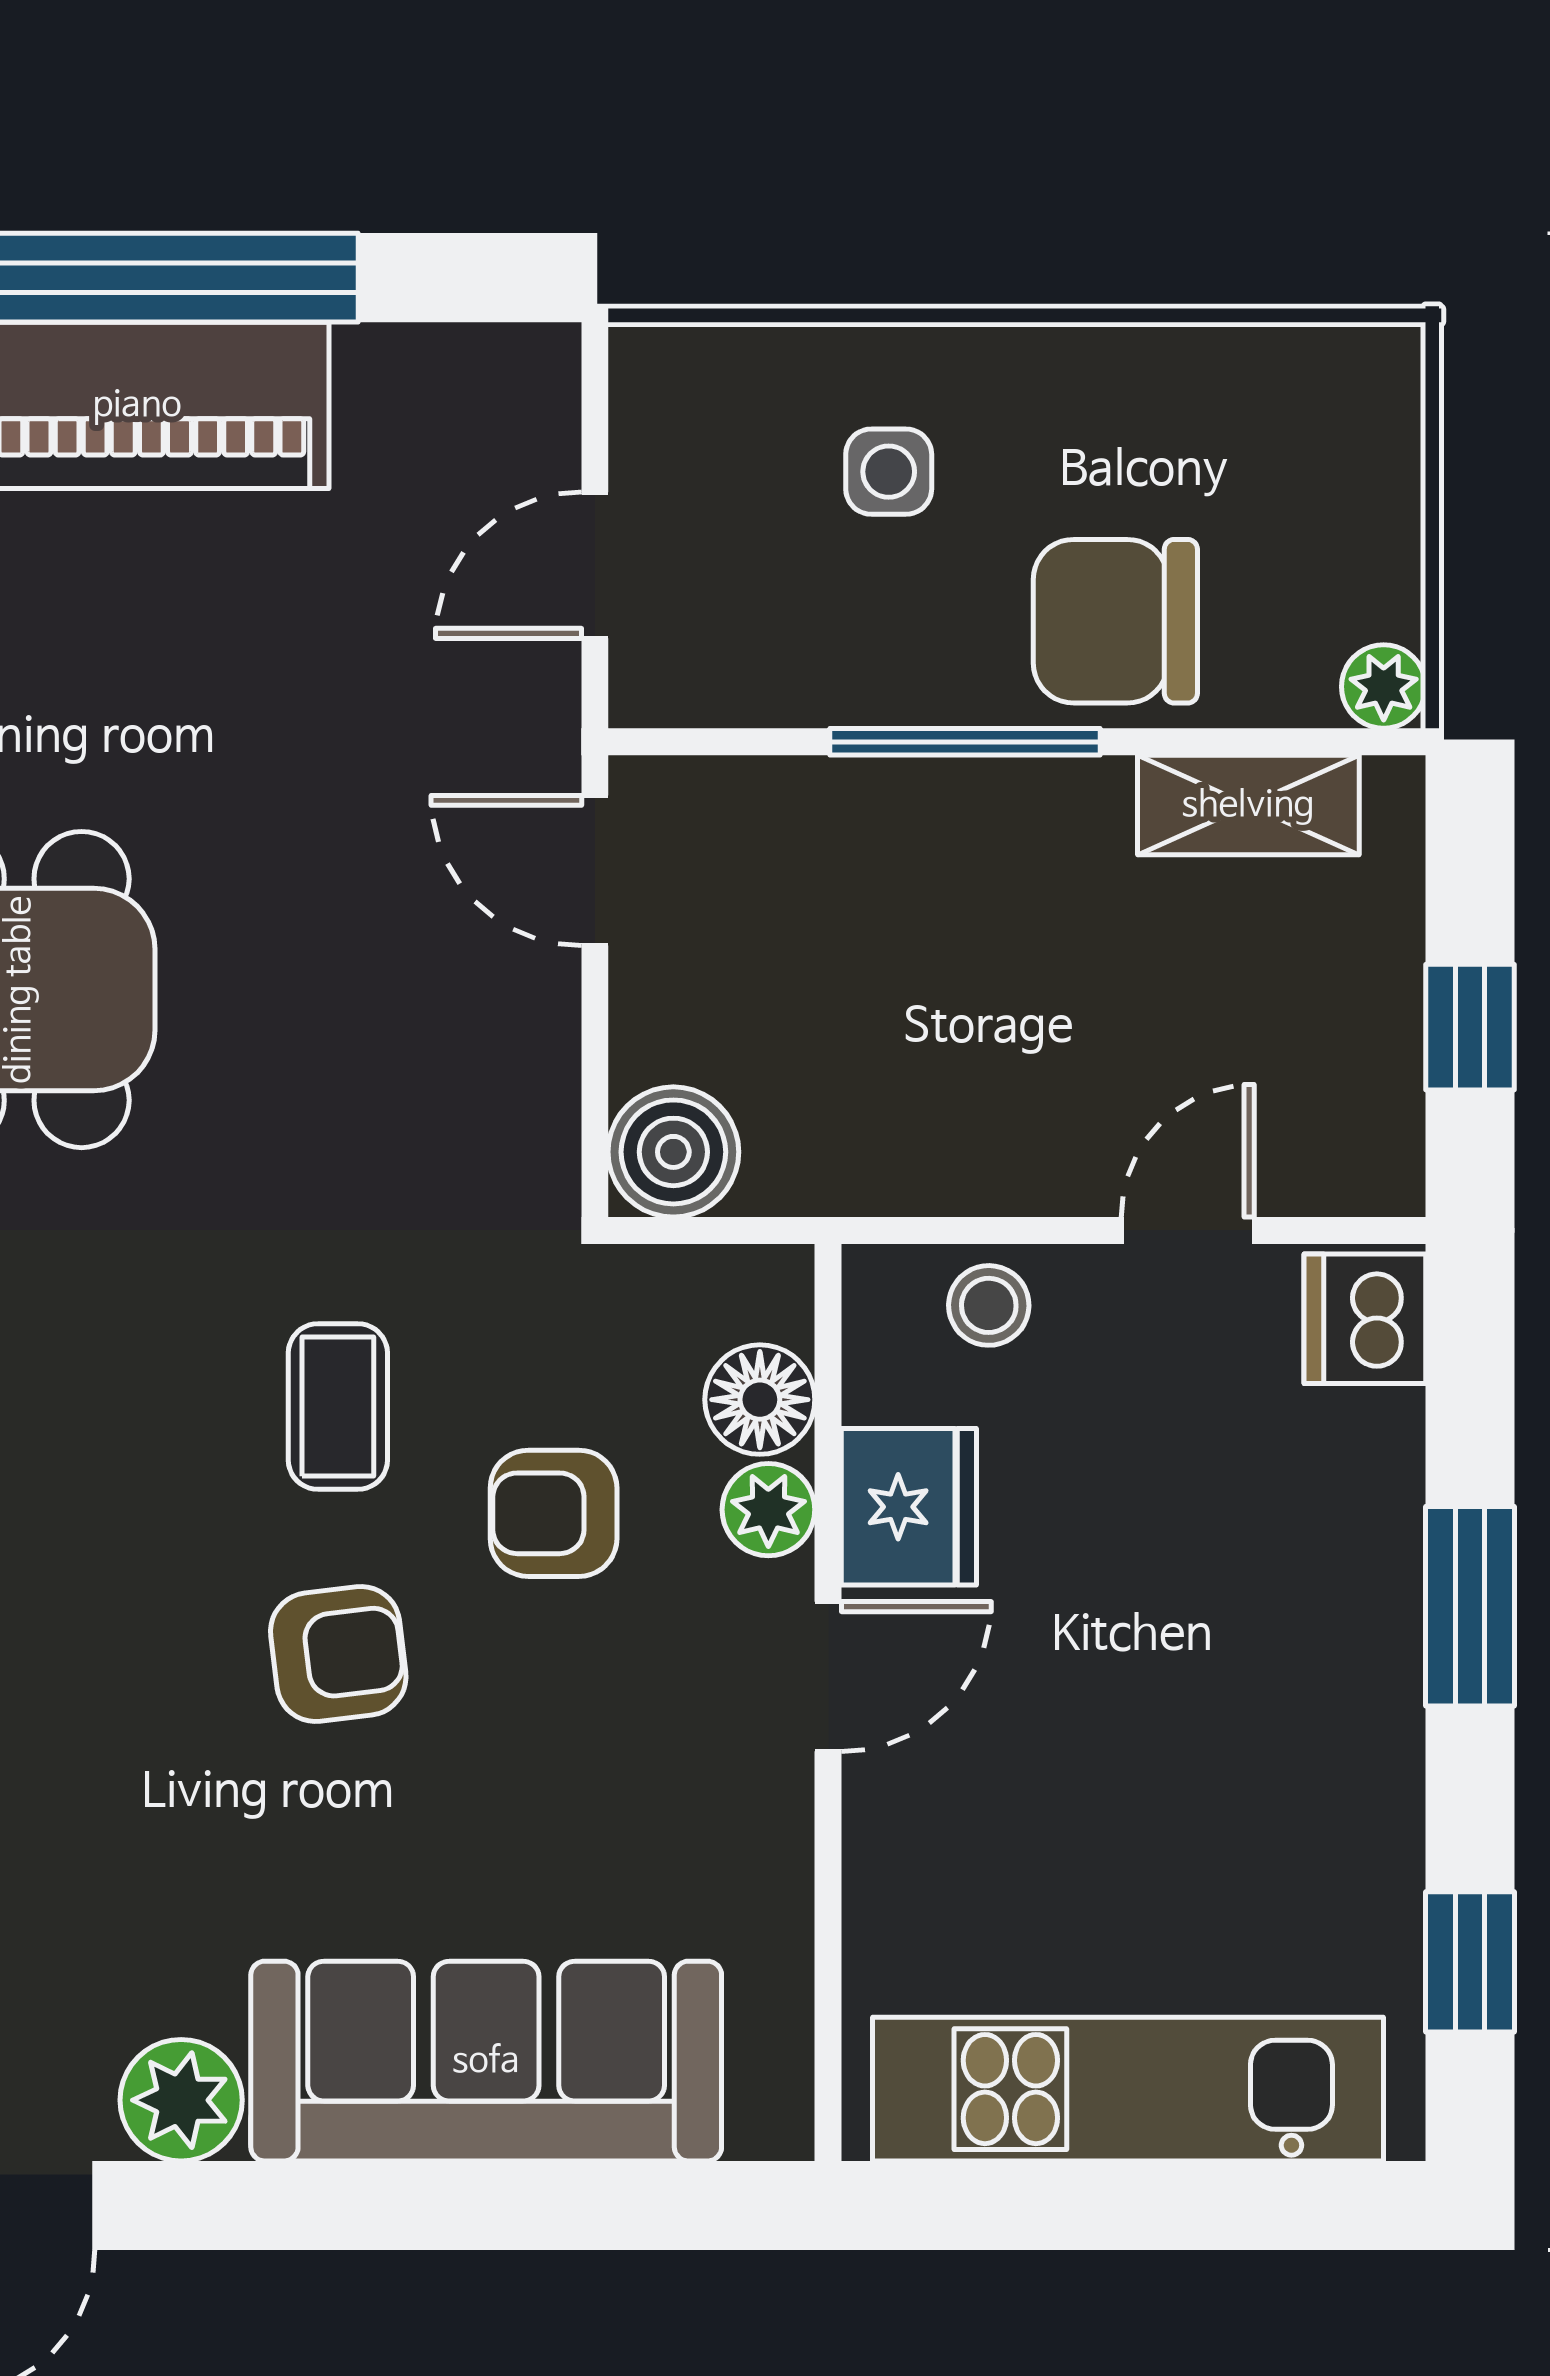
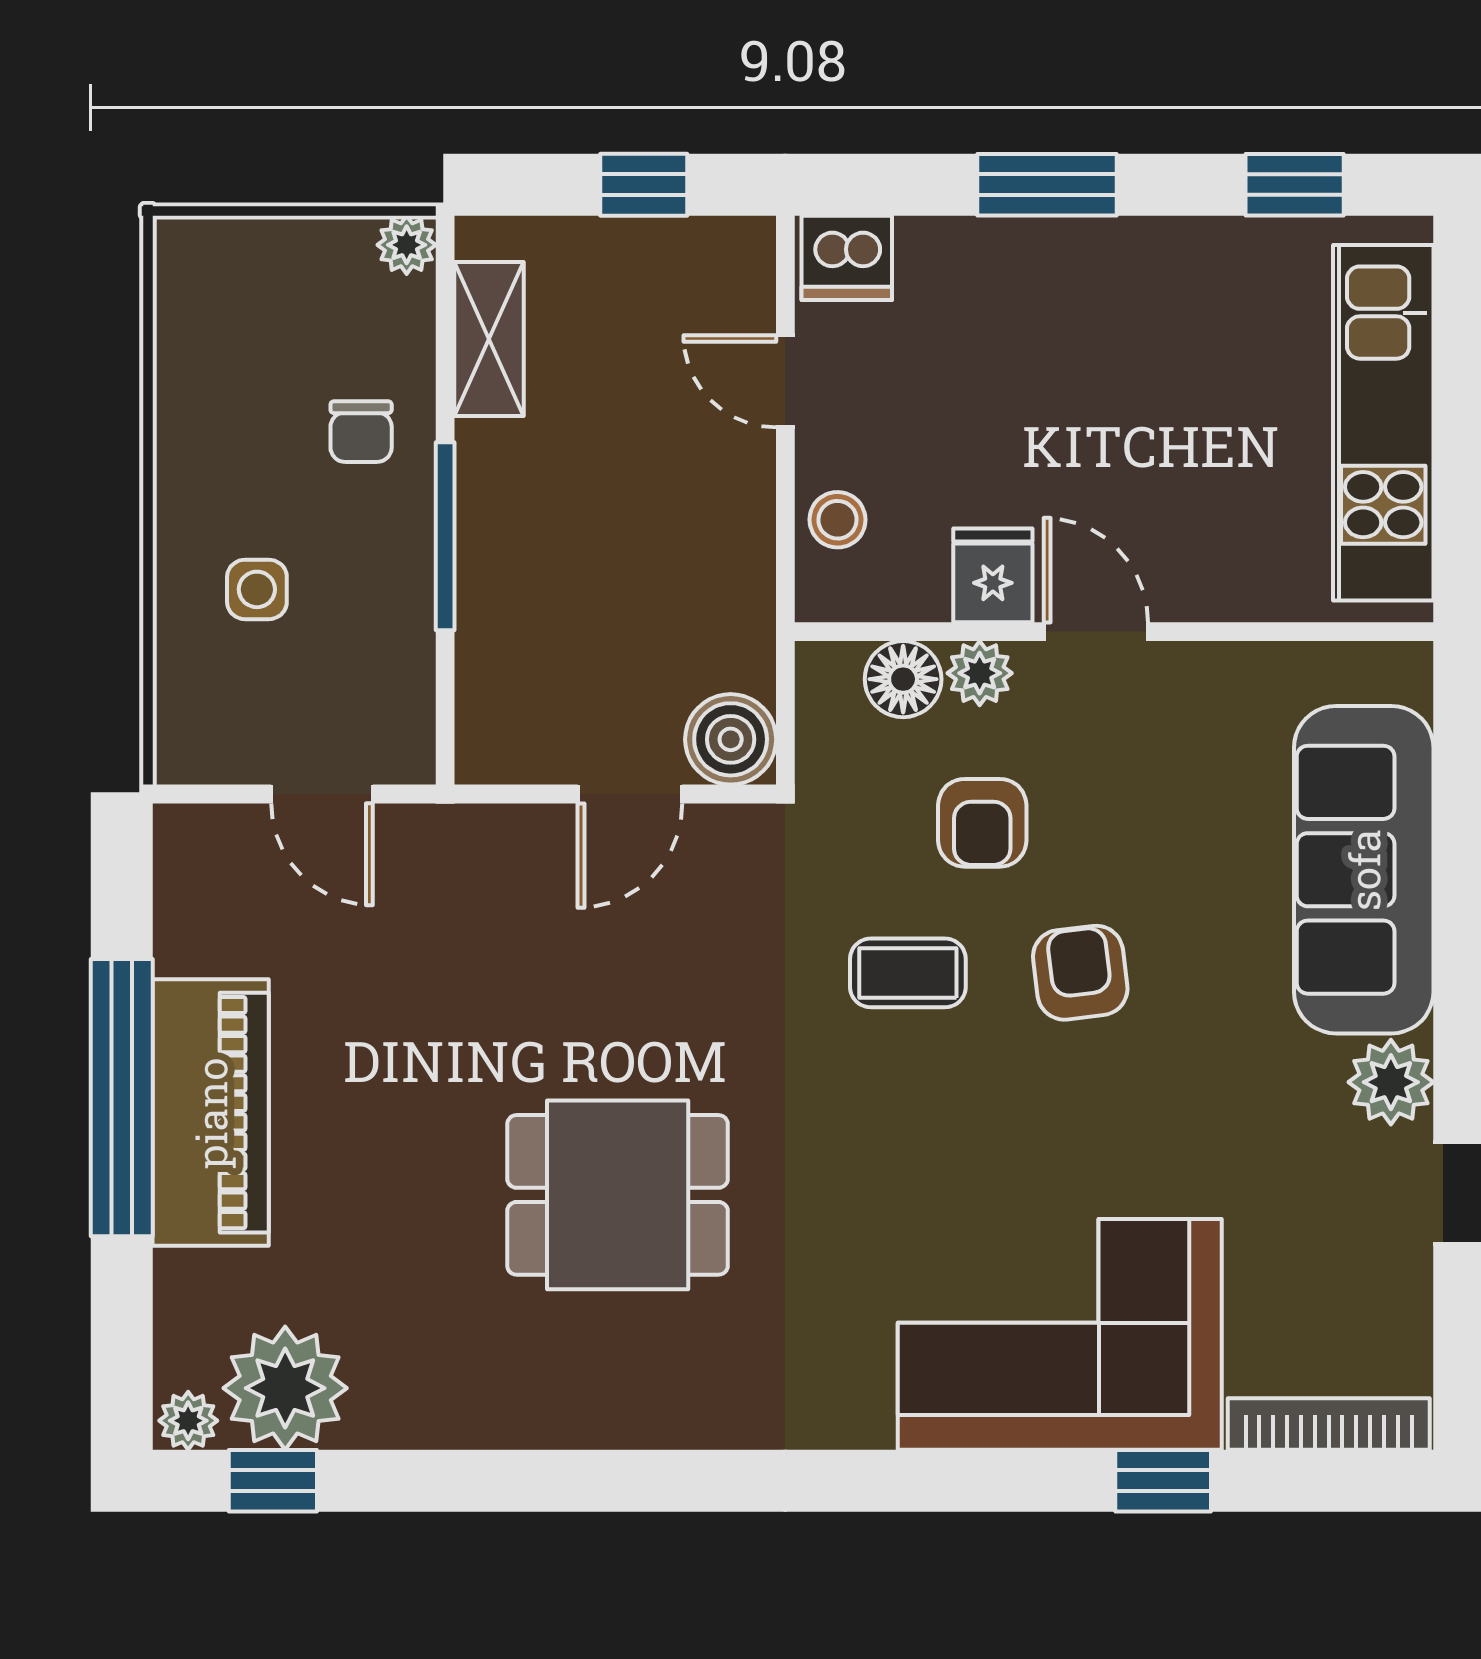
chair: (1115, 621) -> (361, 432), width x0.54, depth x0.54
door: (595, 871) -> (630, 794), moved
fridge: (909, 1507) -> (993, 575), width x0.72

